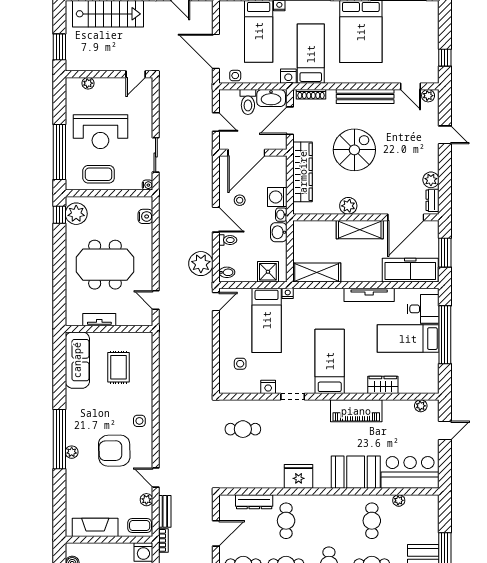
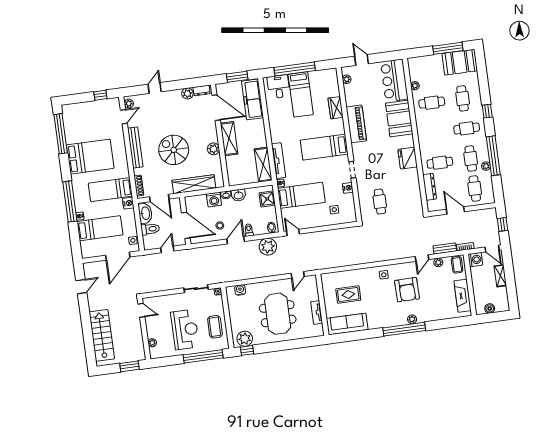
tv unit: (369, 295) -> (279, 161), moved

